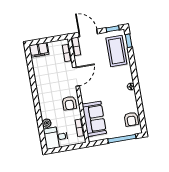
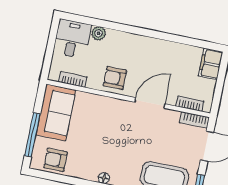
door: (76, 77) -> (150, 103), swing flipped
sofa: (94, 119) -> (56, 112), moved, turned -90

